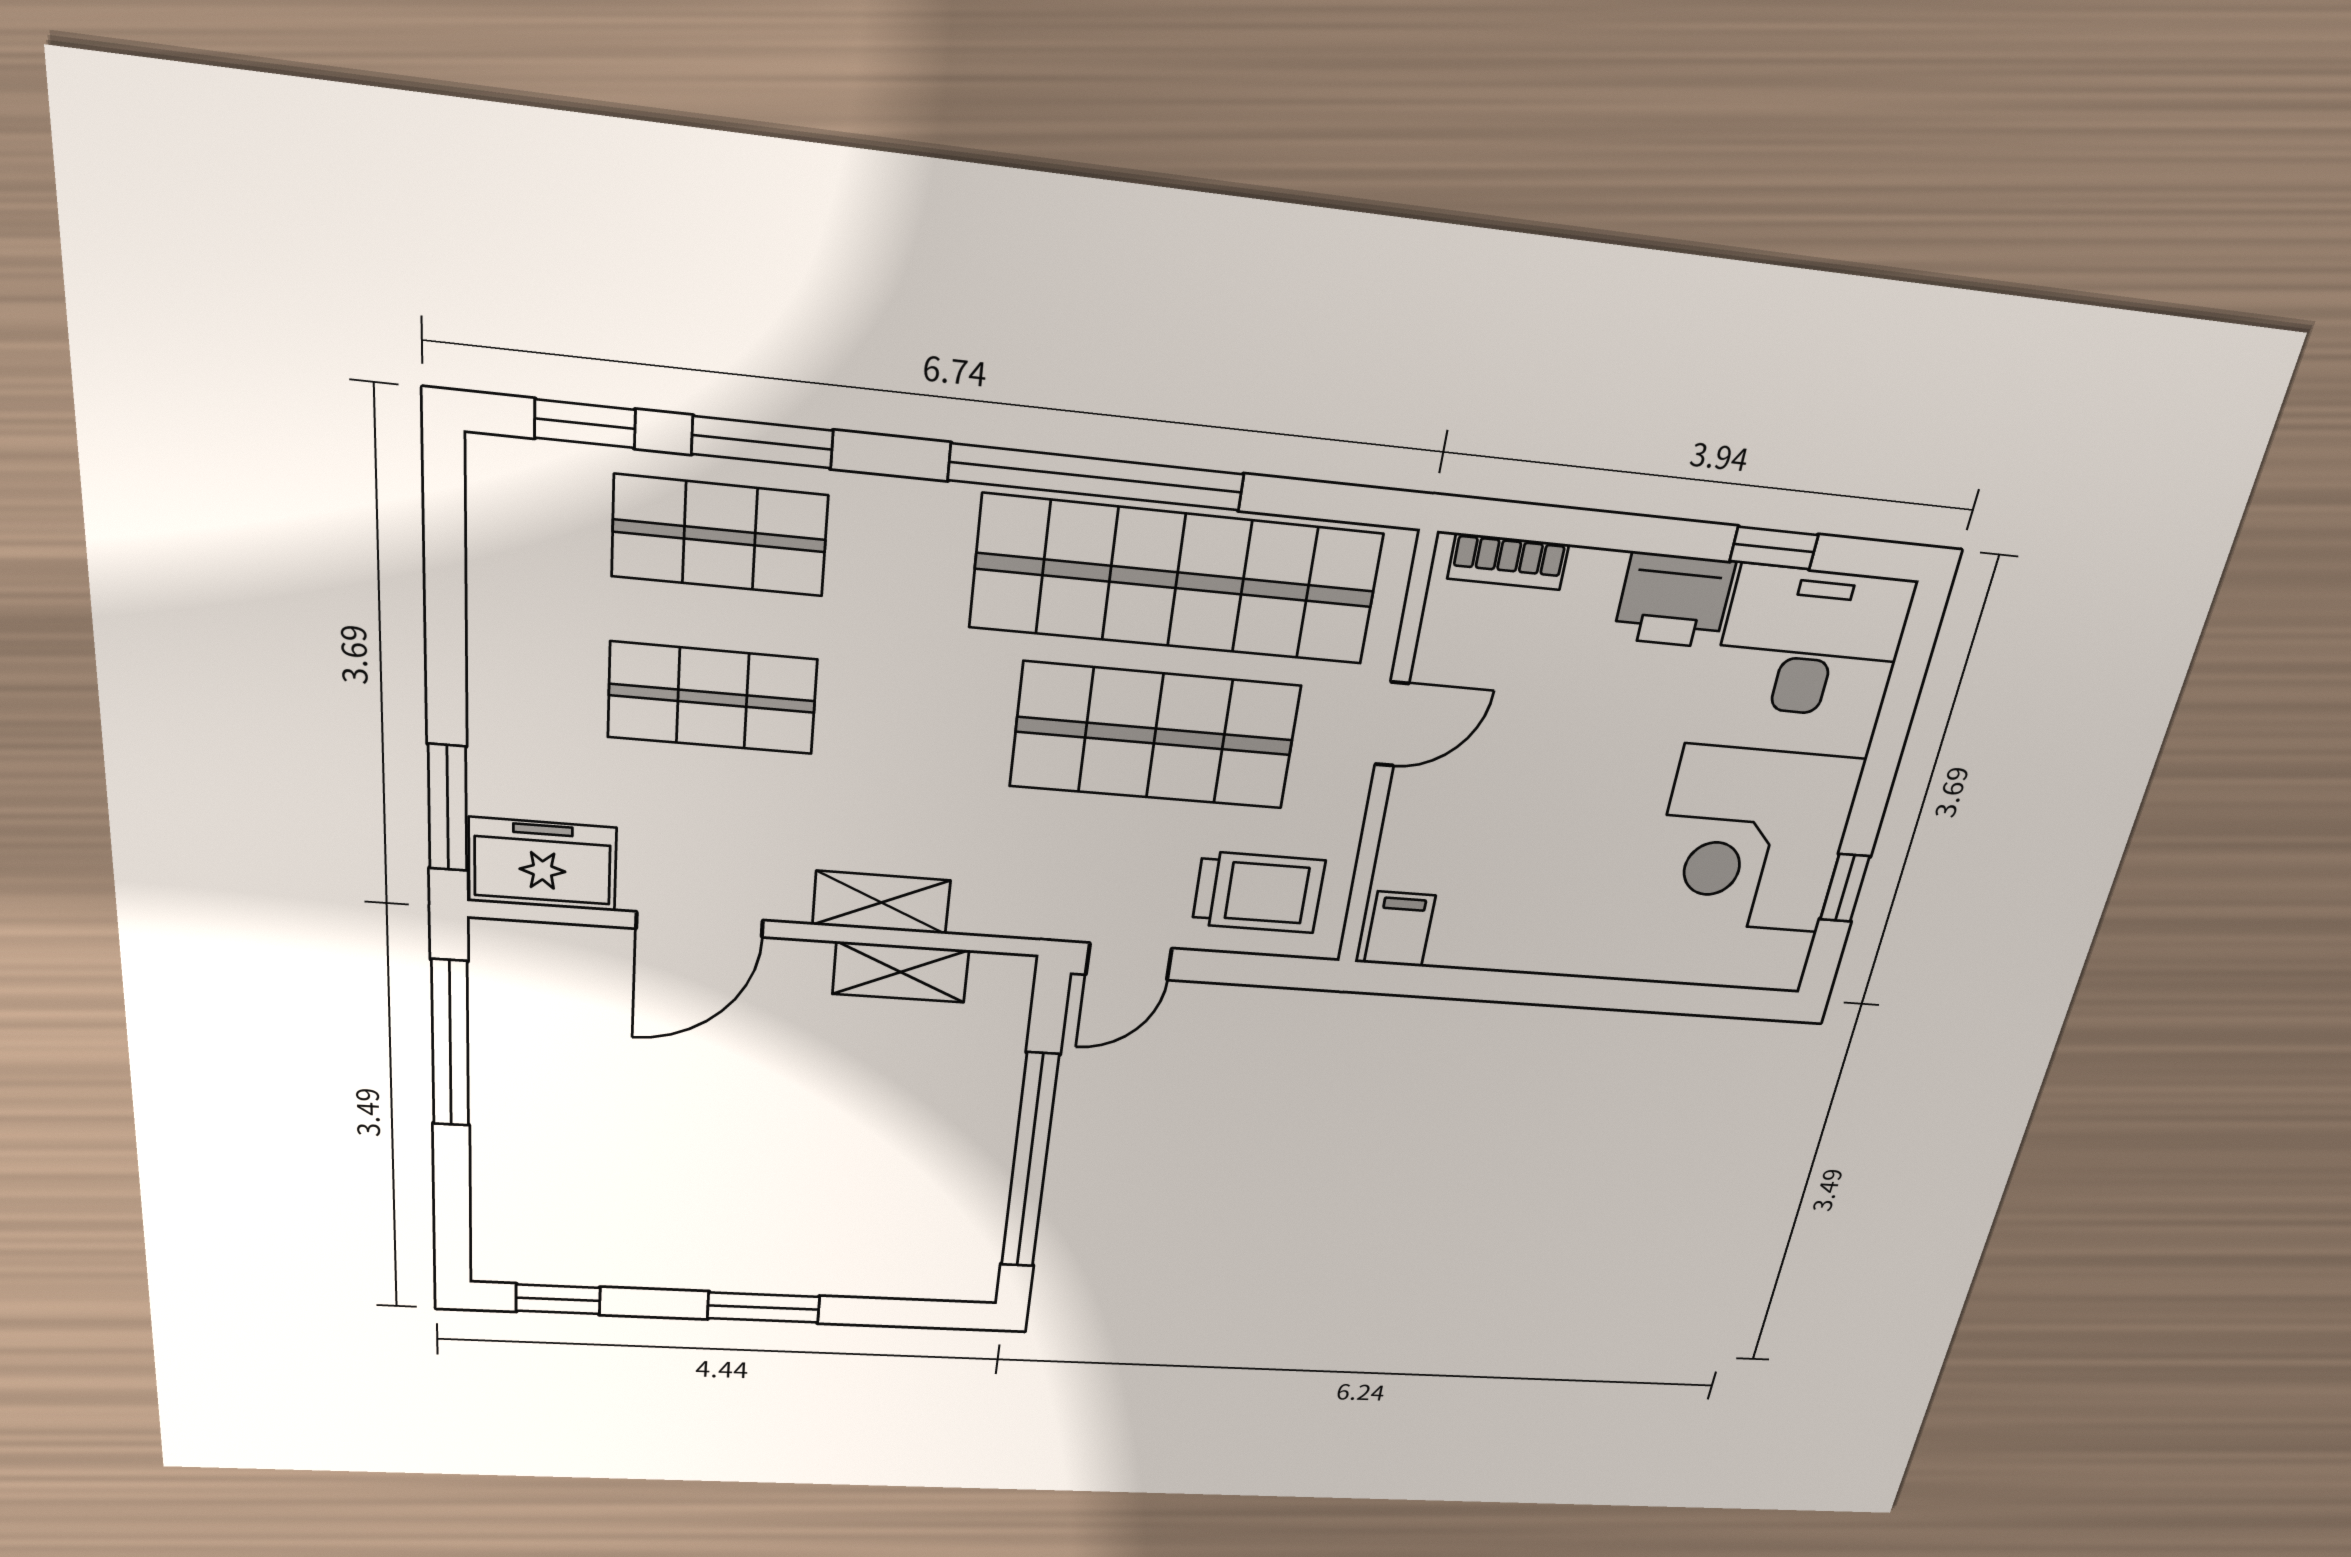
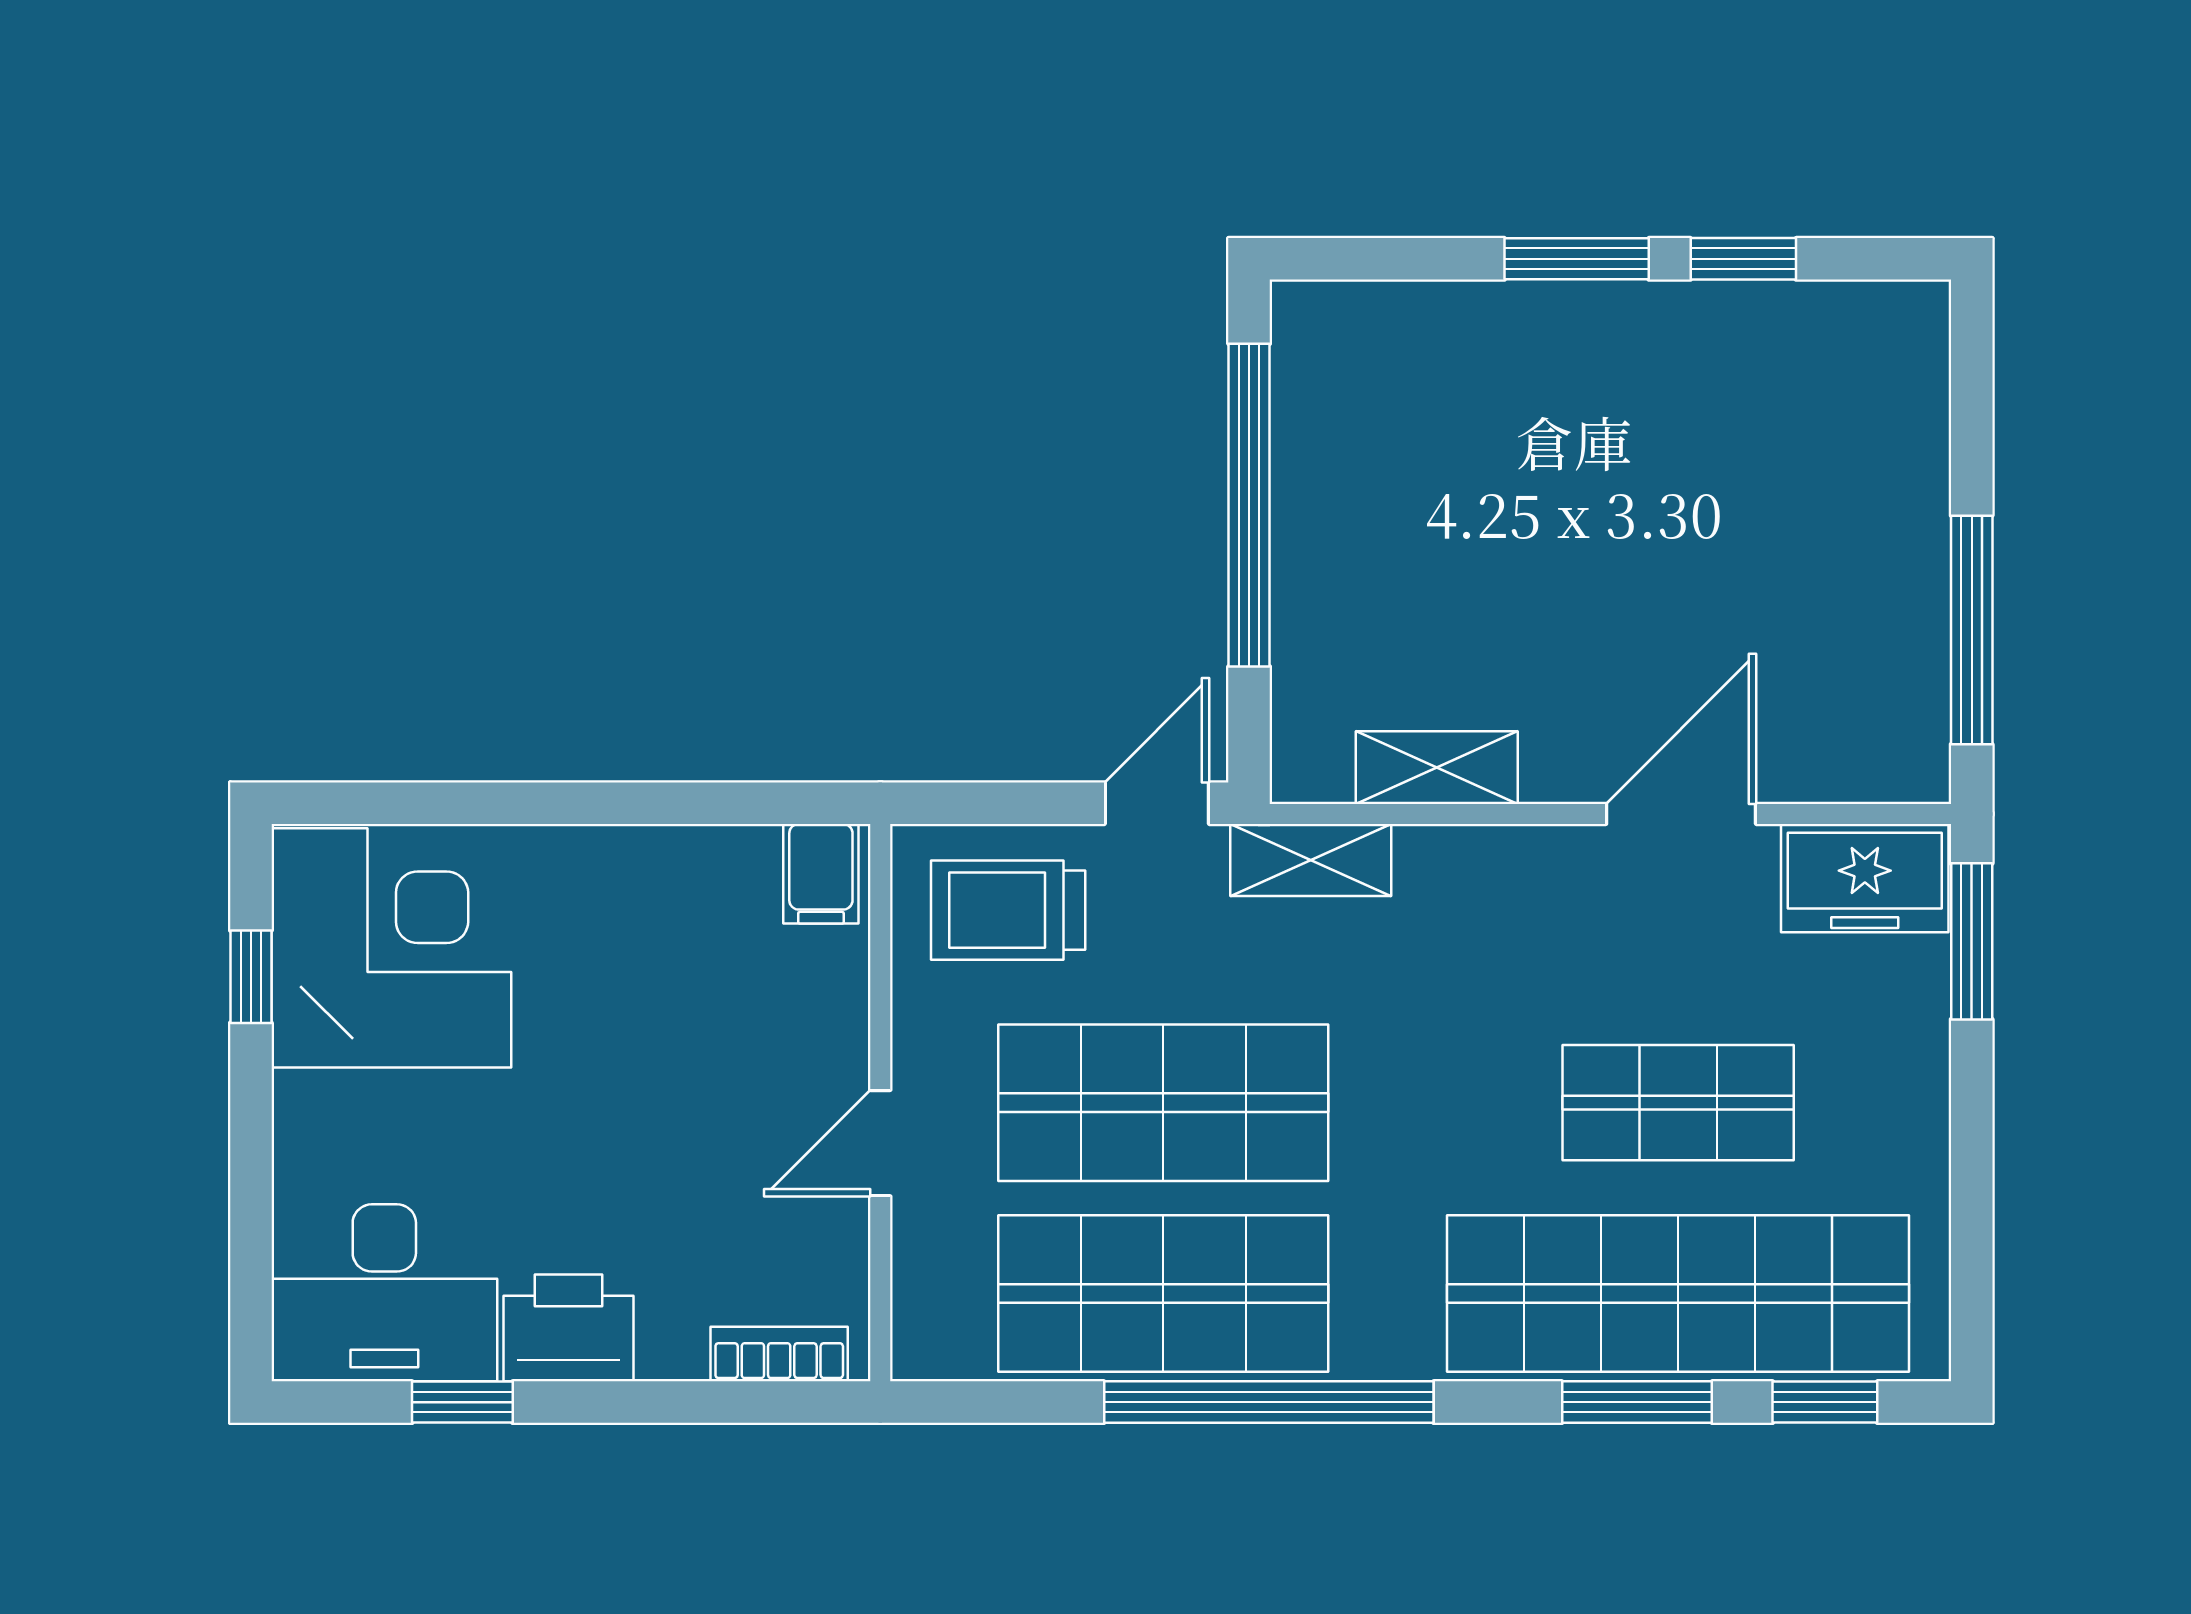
shop shelf: (720, 536) -> (1678, 1293), width x2.00, depth x1.36
shop shelf: (1177, 580) -> (1163, 1293), width x0.71
corner desk: (1752, 840) -> (391, 948), moved
shelving: (881, 903) -> (1311, 860), moved
window: (558, 1299) -> (1743, 259), moved

